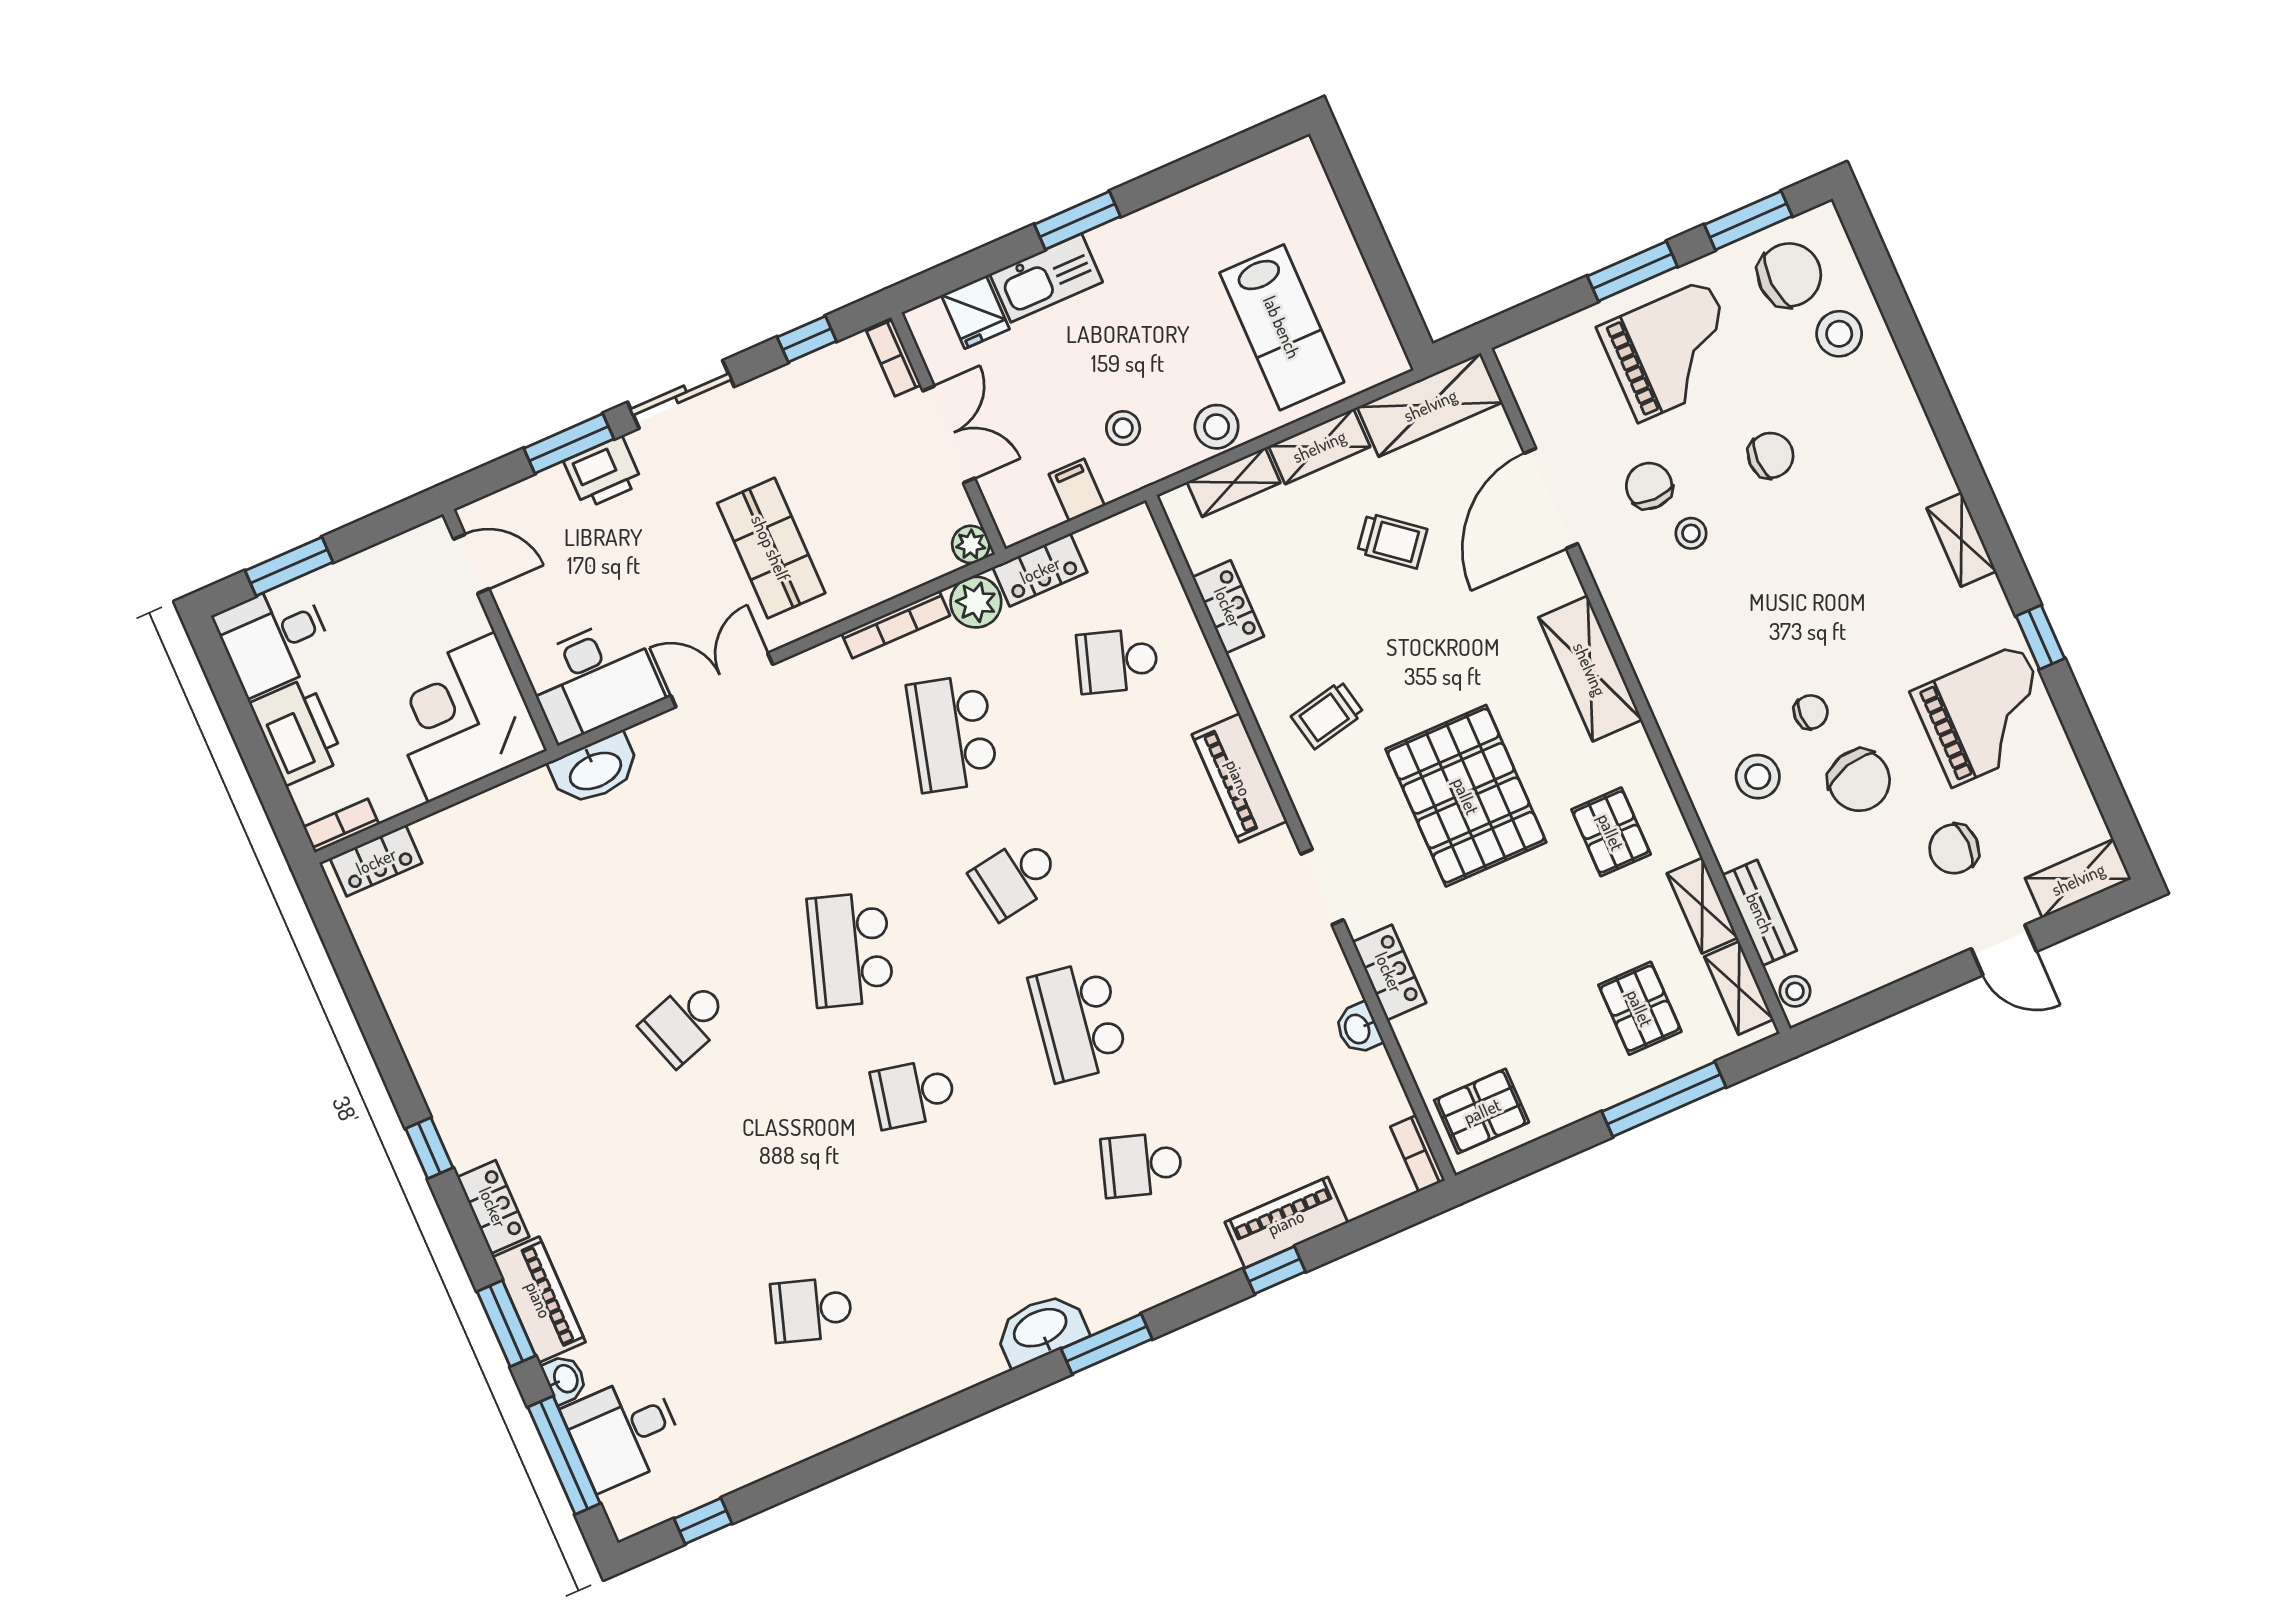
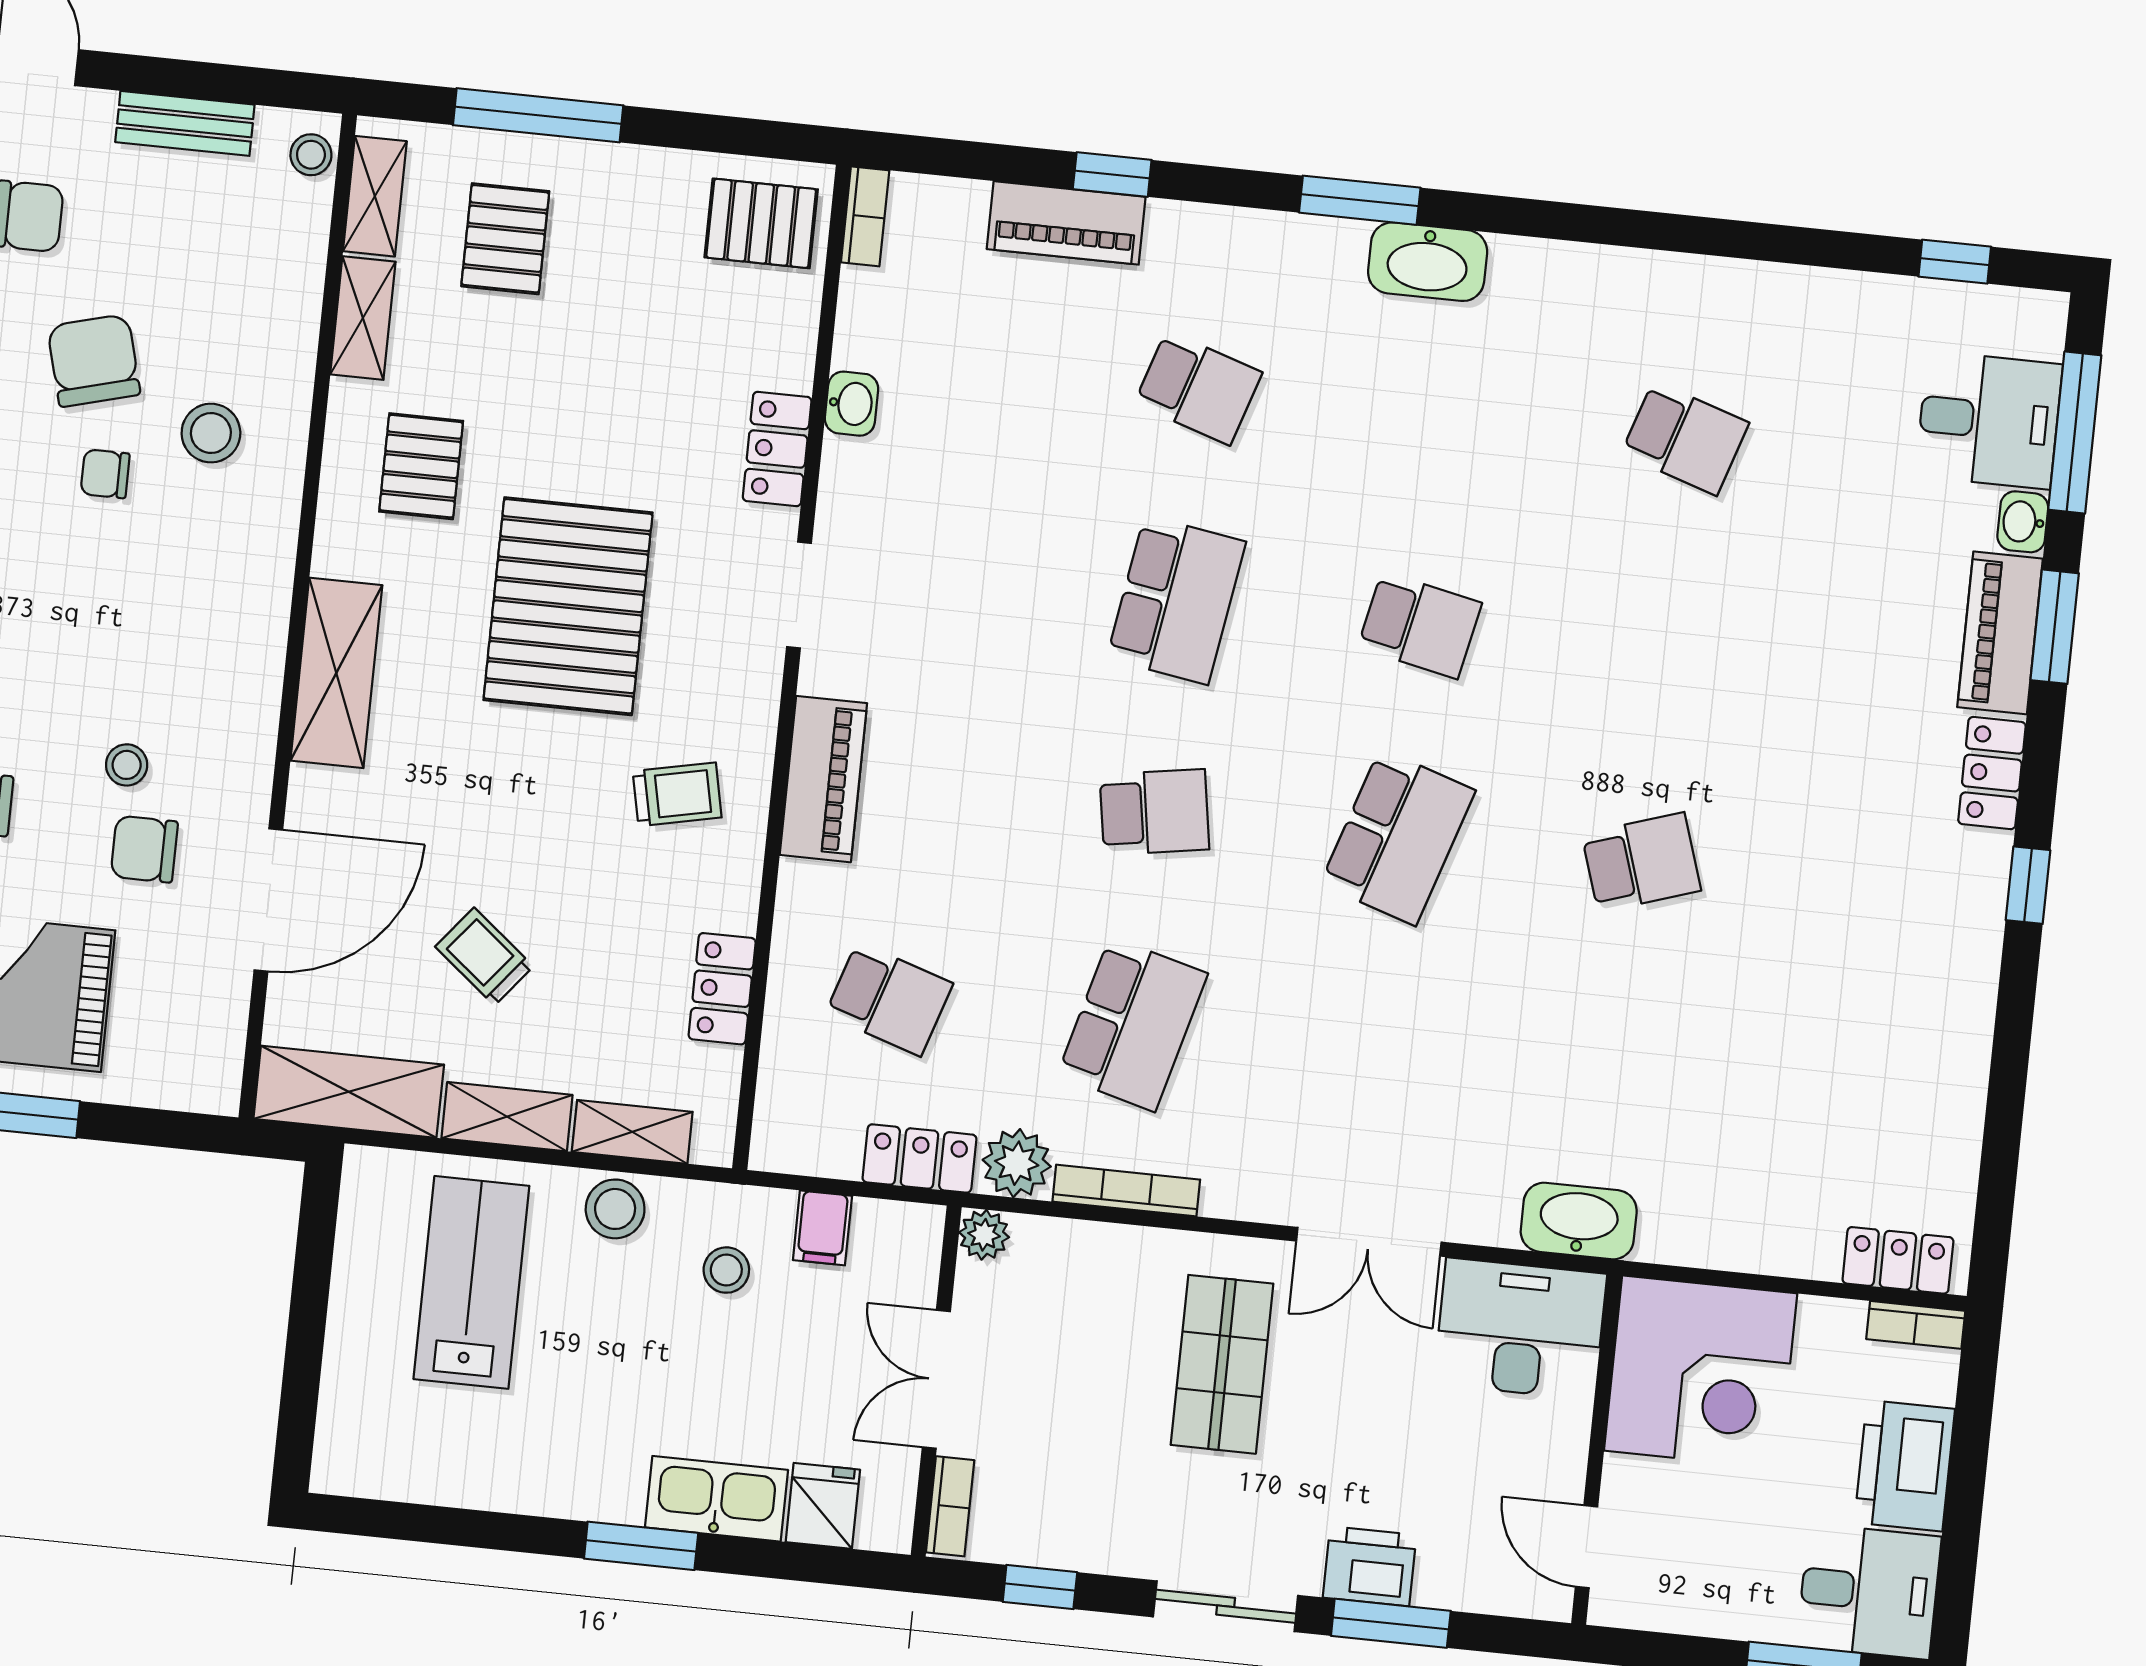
chair: (1649, 486) -> (144, 849), turned 90
bench: (1760, 913) -> (185, 123), moved, turned 90

